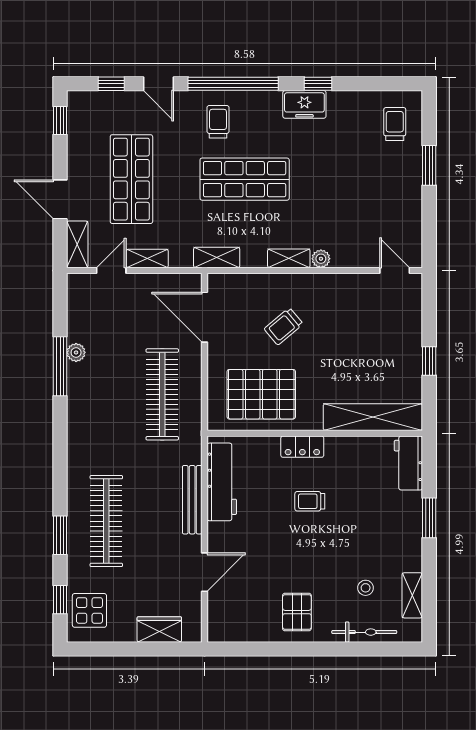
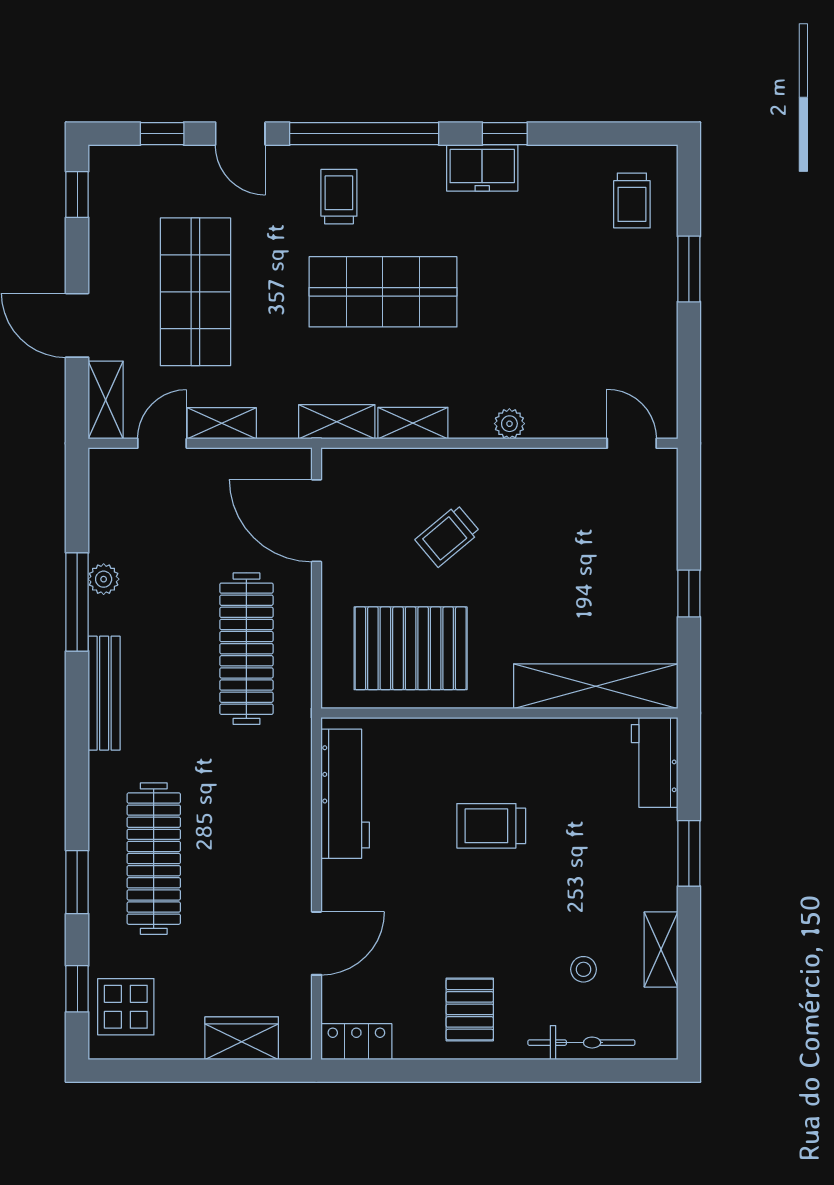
trolley: (395, 124) -> (632, 201), turned 180
shelving: (289, 258) -> (413, 423), moved
locker: (302, 447) -> (356, 1042), moved, turned 180
bench: (192, 500) -> (104, 693), moved
trolley: (310, 501) -> (491, 826), width x1.36, depth x1.39
shelving: (412, 595) -> (661, 950), moved

